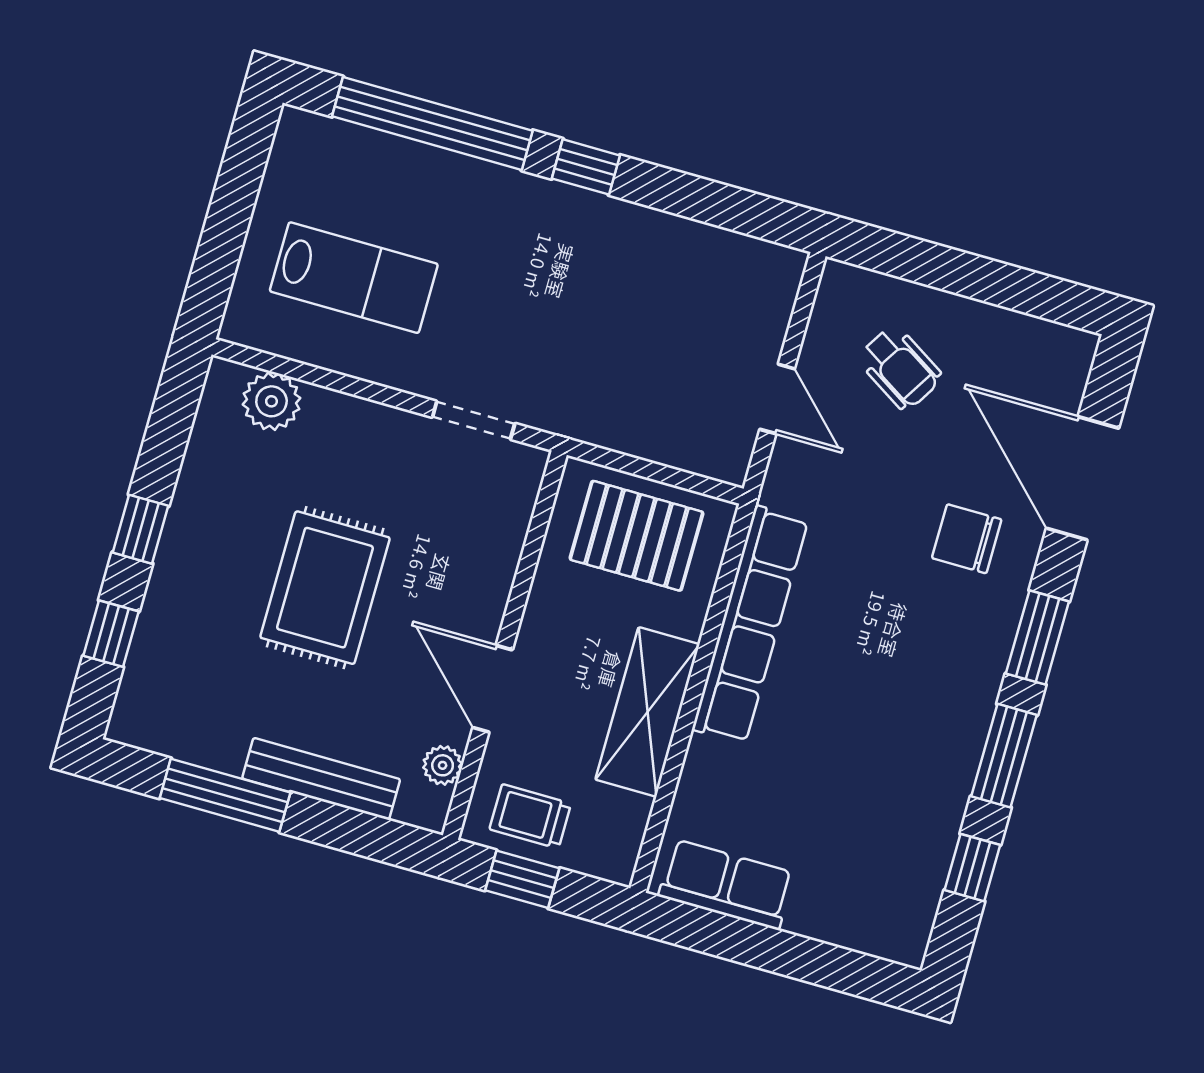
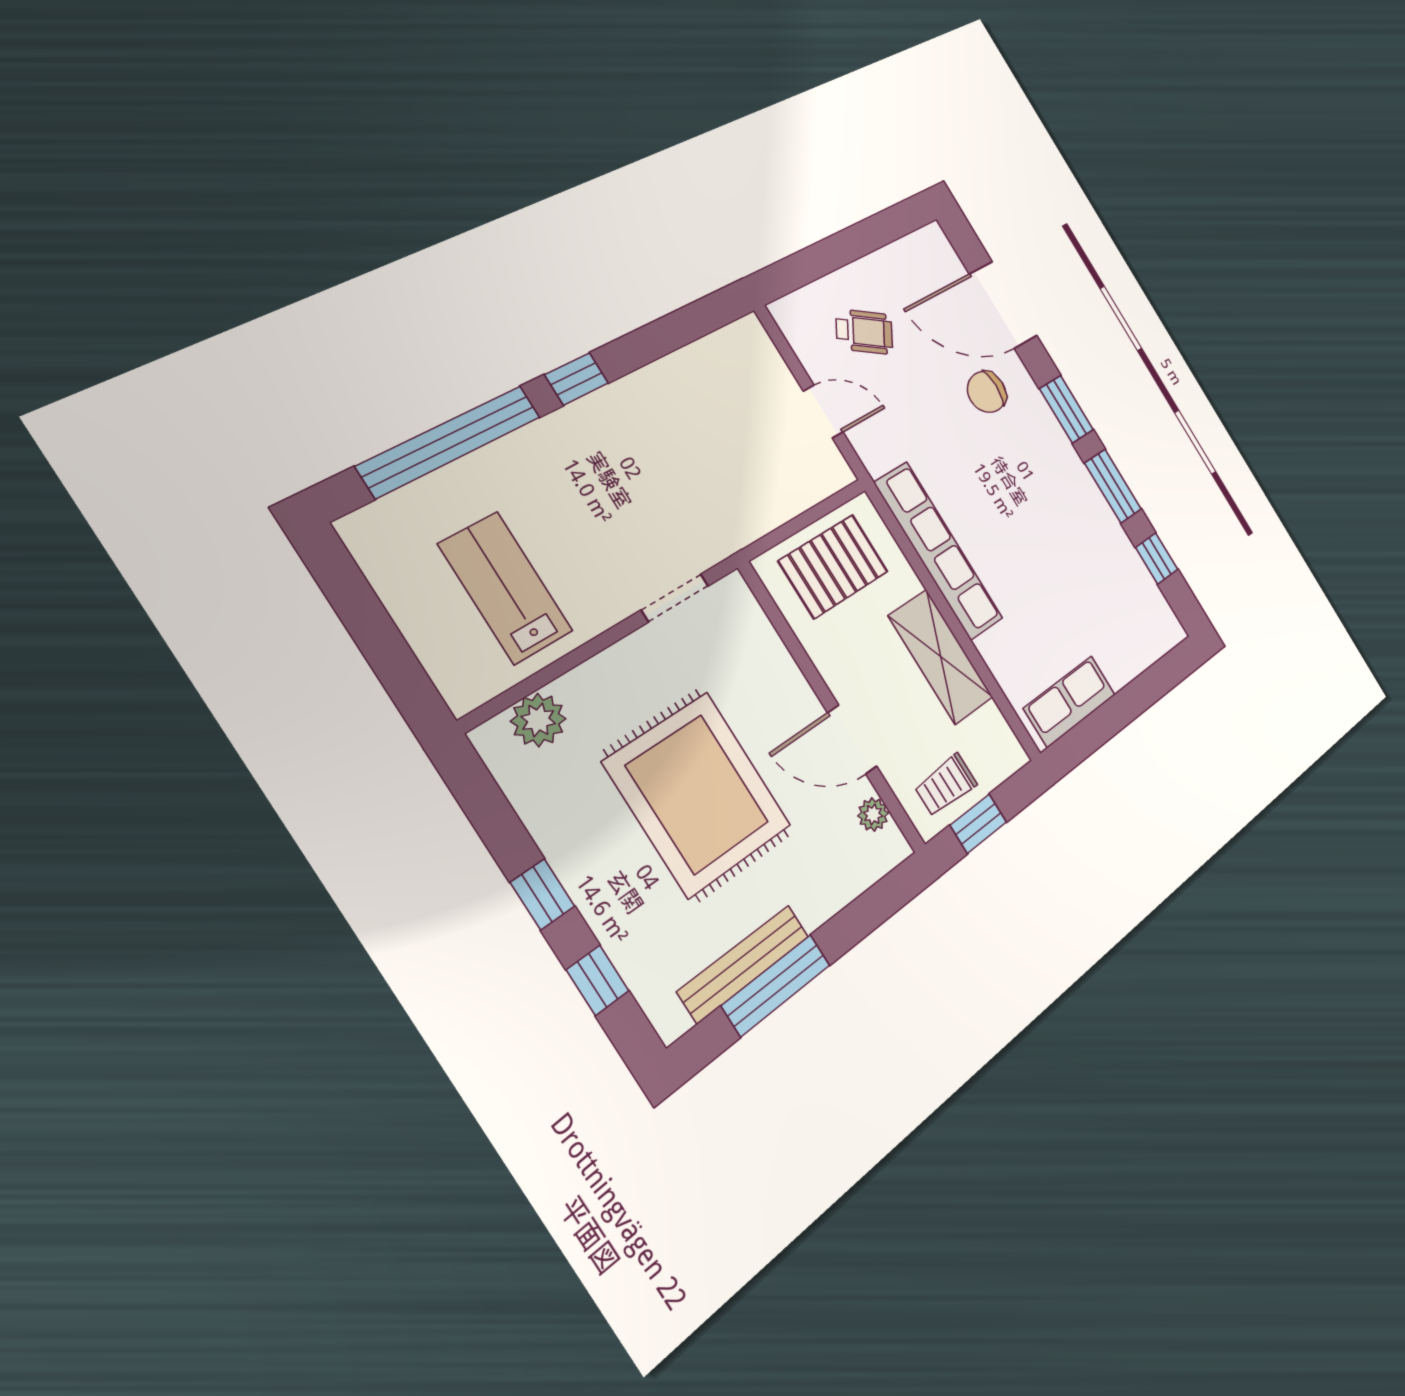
lab bench: (354, 278) -> (506, 588), turned -90
rug: (325, 588) -> (698, 794), width x1.37, depth x1.44
bench: (321, 779) -> (744, 964), moved

